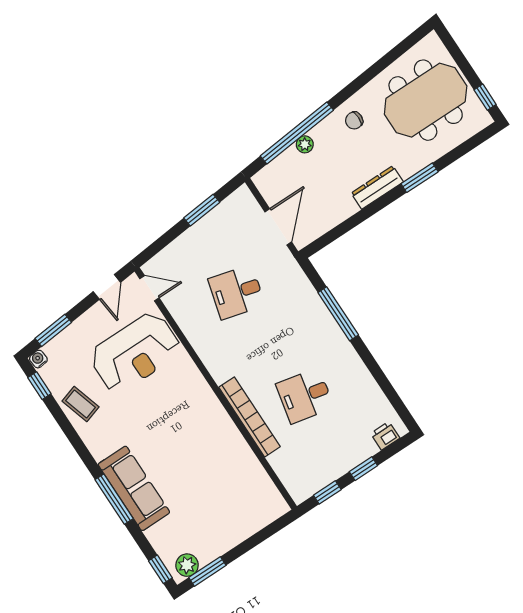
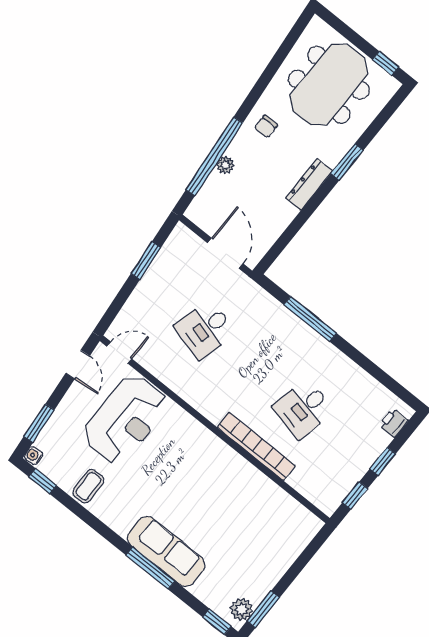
coffee table: (81, 404) -> (88, 486), turned -75

